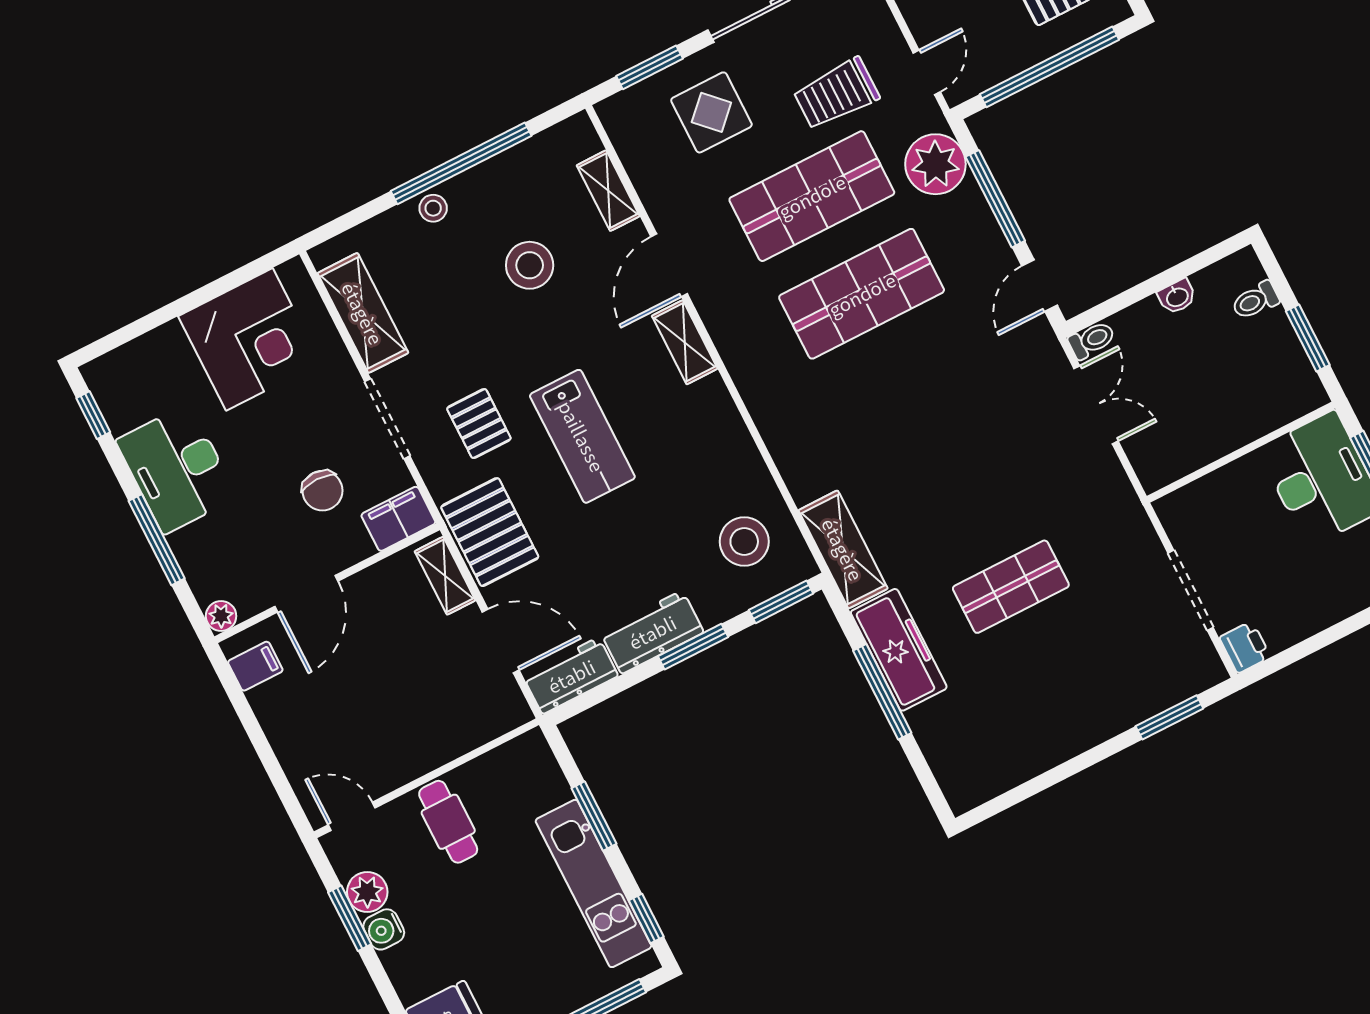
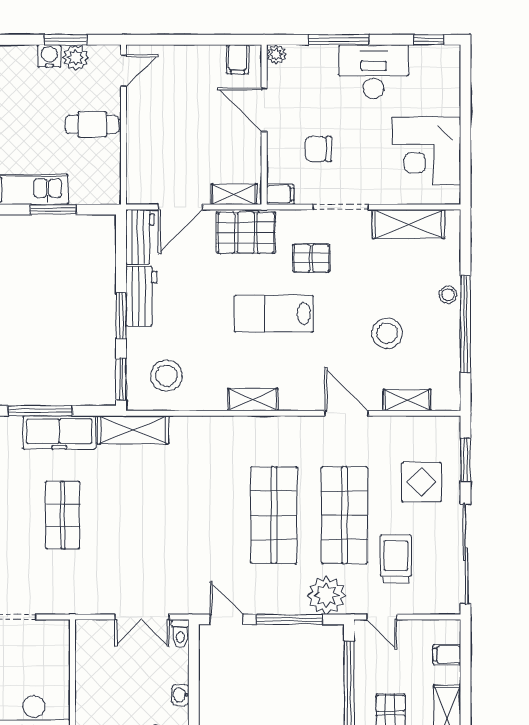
shelving: (685, 342) -> (253, 400), moved
filing cabinet: (398, 519) -> (280, 194), width x0.50

